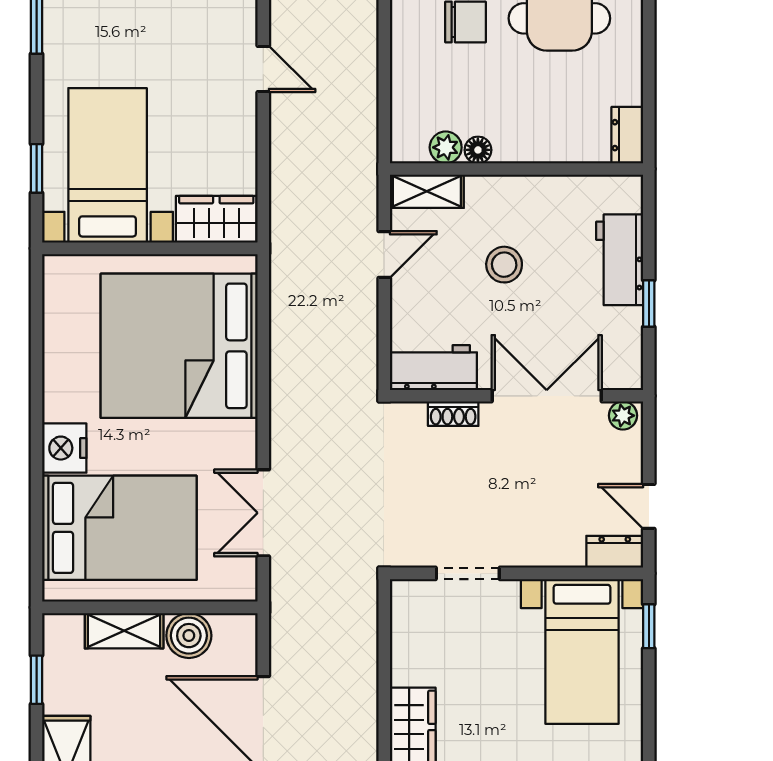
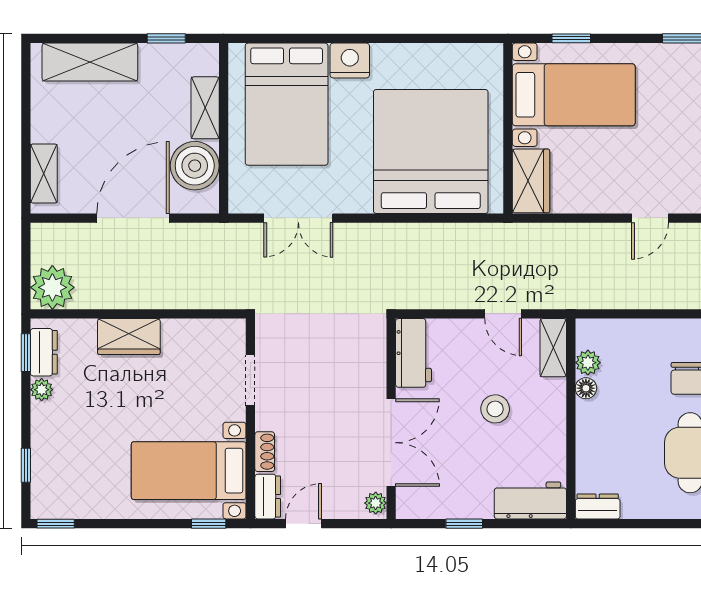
workbench: (620, 260) -> (530, 500), moved
shoe rack: (453, 414) -> (265, 452), moved, turned 180
double door: (263, 513) -> (298, 218), swing flipped
boiler: (189, 636) -> (195, 166), width x1.37, depth x1.37

